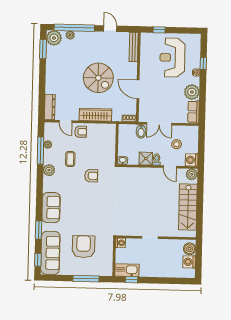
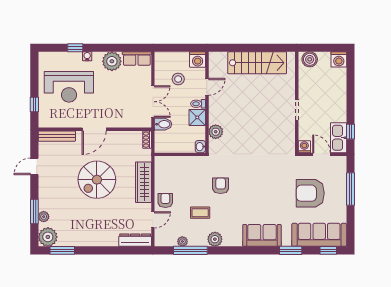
window: (74, 28) -> (34, 212), width x0.47
spiral stairs: (98, 78) -> (97, 180), turned 180
door: (138, 89) -> (94, 129), moved
plant: (192, 174) -> (216, 132), moved
door: (114, 256) -> (322, 154), added
washing machine: (189, 262) -> (339, 59), moved

